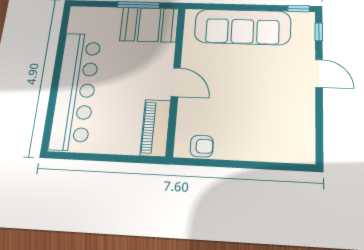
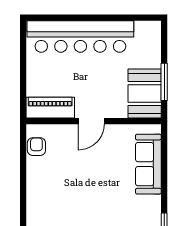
sofa: (243, 27) -> (148, 164), width x0.74, depth x0.79
armchair: (202, 146) -> (36, 147), turned 180

